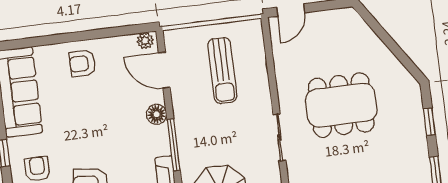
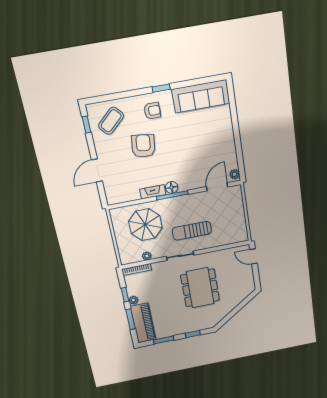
armchair: (82, 64) -> (220, 136), removed
sun lounger: (222, 70) -> (192, 231), moved
floor lamp: (157, 114) -> (172, 187), moved

